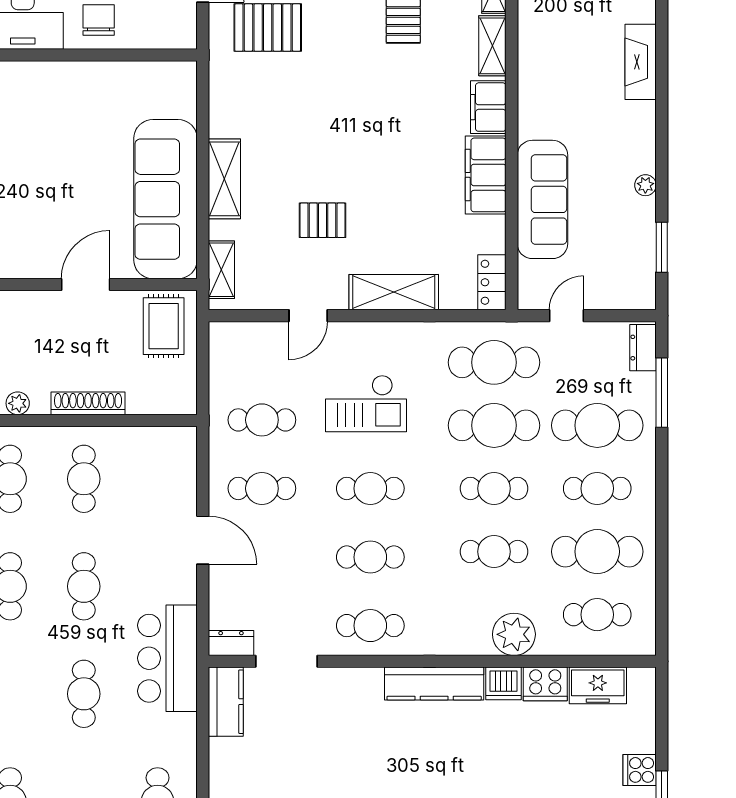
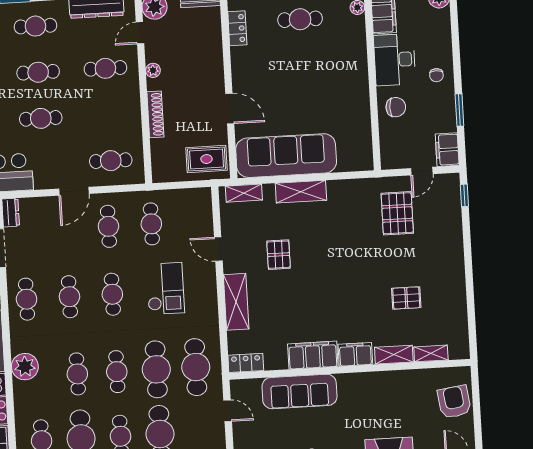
checkout: (366, 403) -> (165, 288), turned 180
cafe table: (84, 479) -> (111, 161), moved
plant: (514, 634) -> (25, 367), moved

